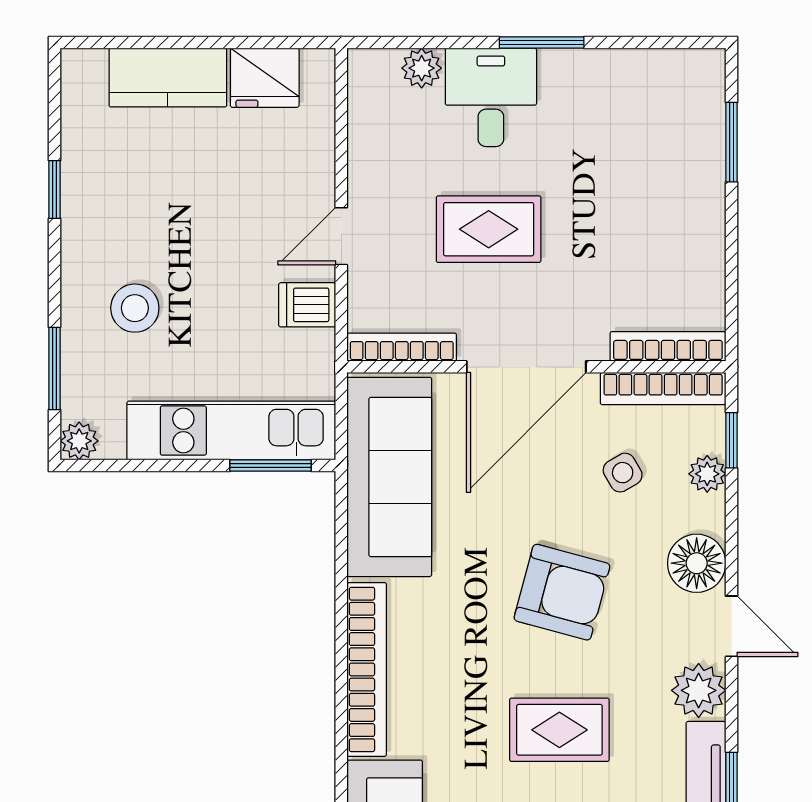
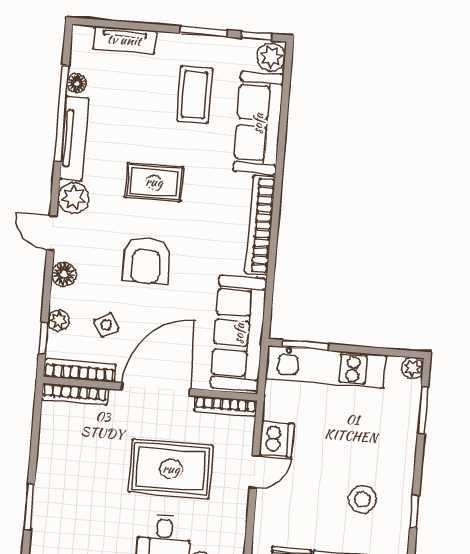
rug: (489, 229) -> (171, 469), width x1.36, depth x1.43
dishwasher: (307, 305) -> (277, 439), width x1.38
stool: (135, 308) -> (362, 499), moved
floor lamp: (697, 563) -> (64, 274), width x0.73, depth x0.73
armchair: (562, 592) -> (146, 260), turned -105

